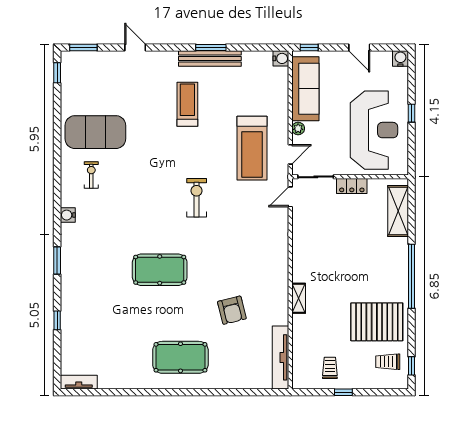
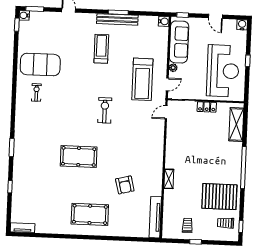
water cooler: (68, 215) -> (24, 15), moved

